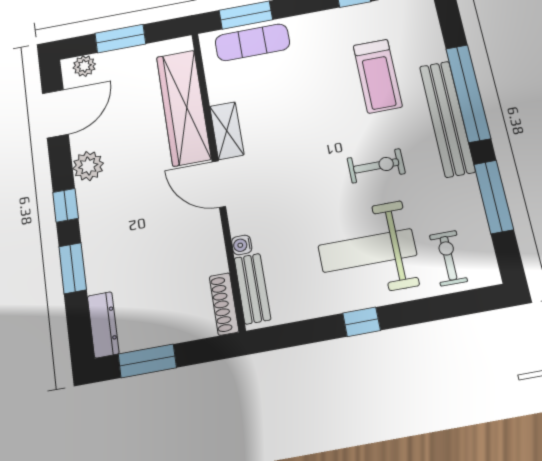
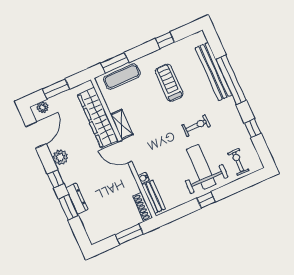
treadmill: (378, 76) -> (169, 83), moved, turned 180
bench: (447, 119) -> (213, 71), moved
window: (494, 197) -> (253, 128), width x0.46
weight bench: (367, 250) -> (201, 167), turned 90
dresser: (103, 325) -> (77, 199), moved
window: (147, 361) -> (129, 234), moved

